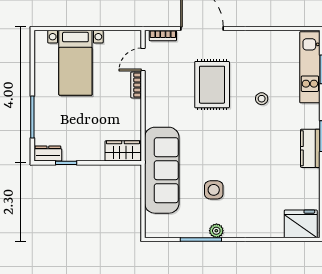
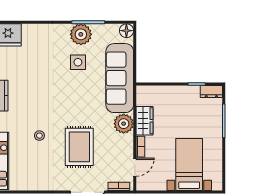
plant: (157, 114) -> (124, 124), added
wardrobe: (123, 151) -> (144, 121), moved, turned -90
floor lamp: (153, 229) -> (126, 31), added
plant: (216, 231) -> (81, 34), width x1.88, depth x1.88

